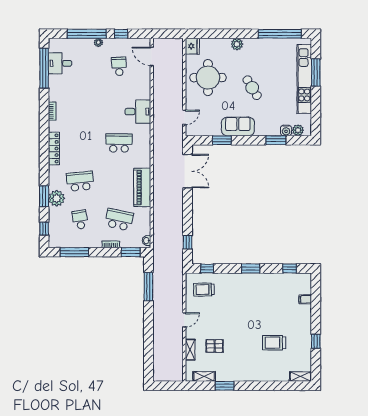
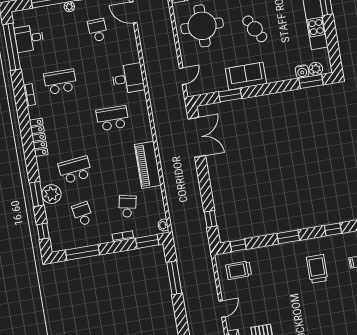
school desk: (80, 105) -> (60, 82), added
window: (276, 140) -> (311, 81), moved
school desk: (119, 220) -> (127, 206), width x0.54
trolley: (274, 343) -> (317, 269), moved, turned 90

